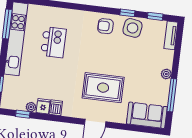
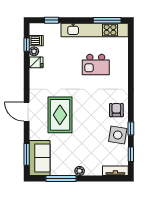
dishwasher: (56, 108) -> (36, 41), moved
window: (141, 129) -> (27, 154), added

